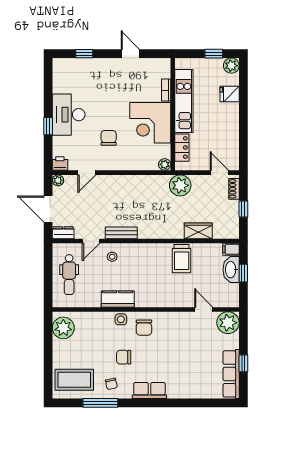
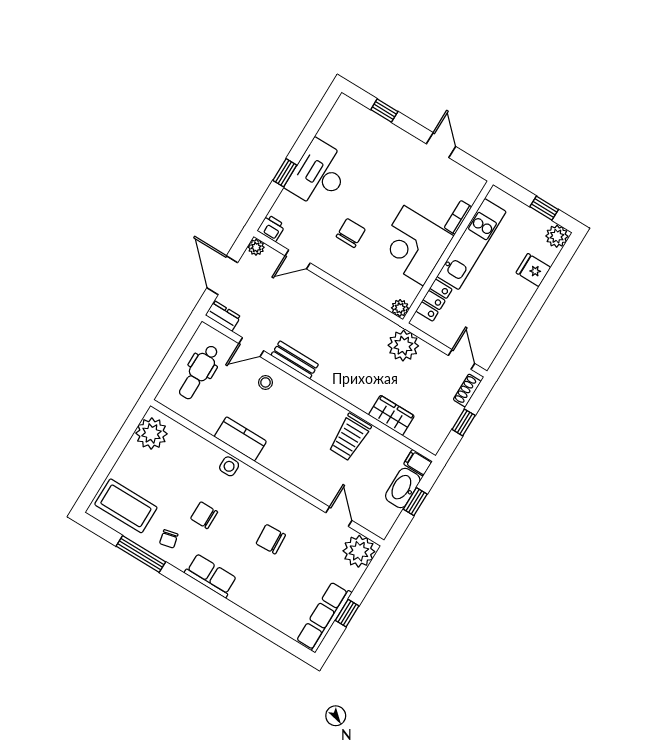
chair: (144, 328) -> (271, 539), moved, turned 87

